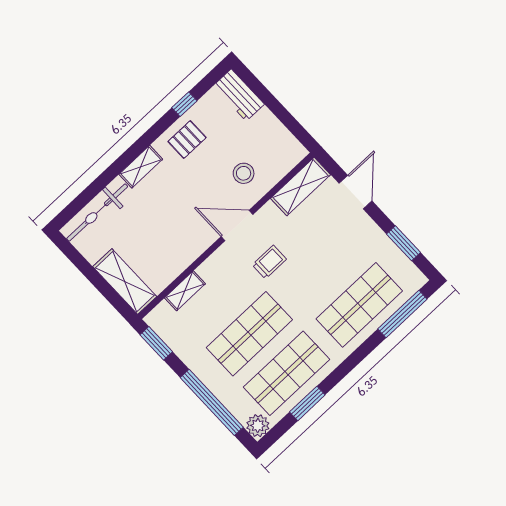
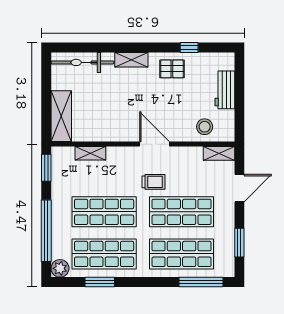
workbench: (239, 95) -> (225, 90), moved
stool: (244, 173) -> (205, 127), moved
shelving: (301, 186) -> (219, 153), width x0.67, depth x0.75
shop shelf: (322, 265) -> (182, 212), added

